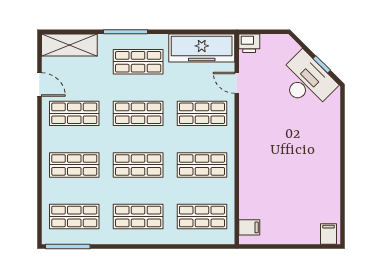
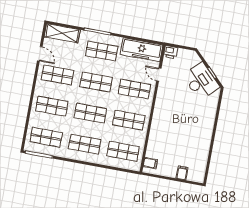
filing cabinet: (329, 234) -> (182, 173), moved

